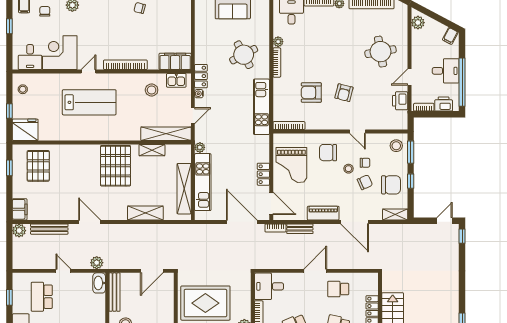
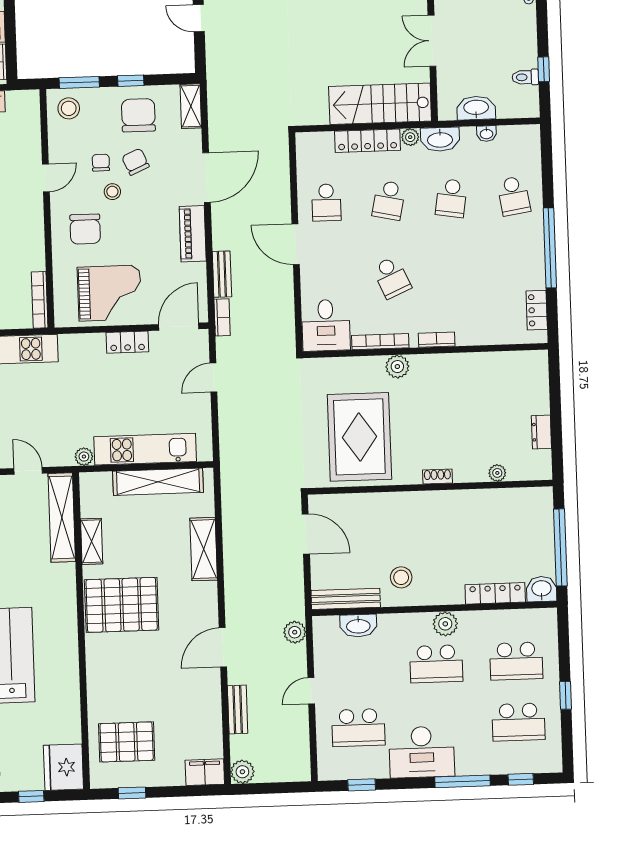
door: (242, 222) -> (213, 378), width x0.53
bench: (49, 229) -> (238, 709), width x0.73
washbasin: (99, 283) -> (358, 626), moved

